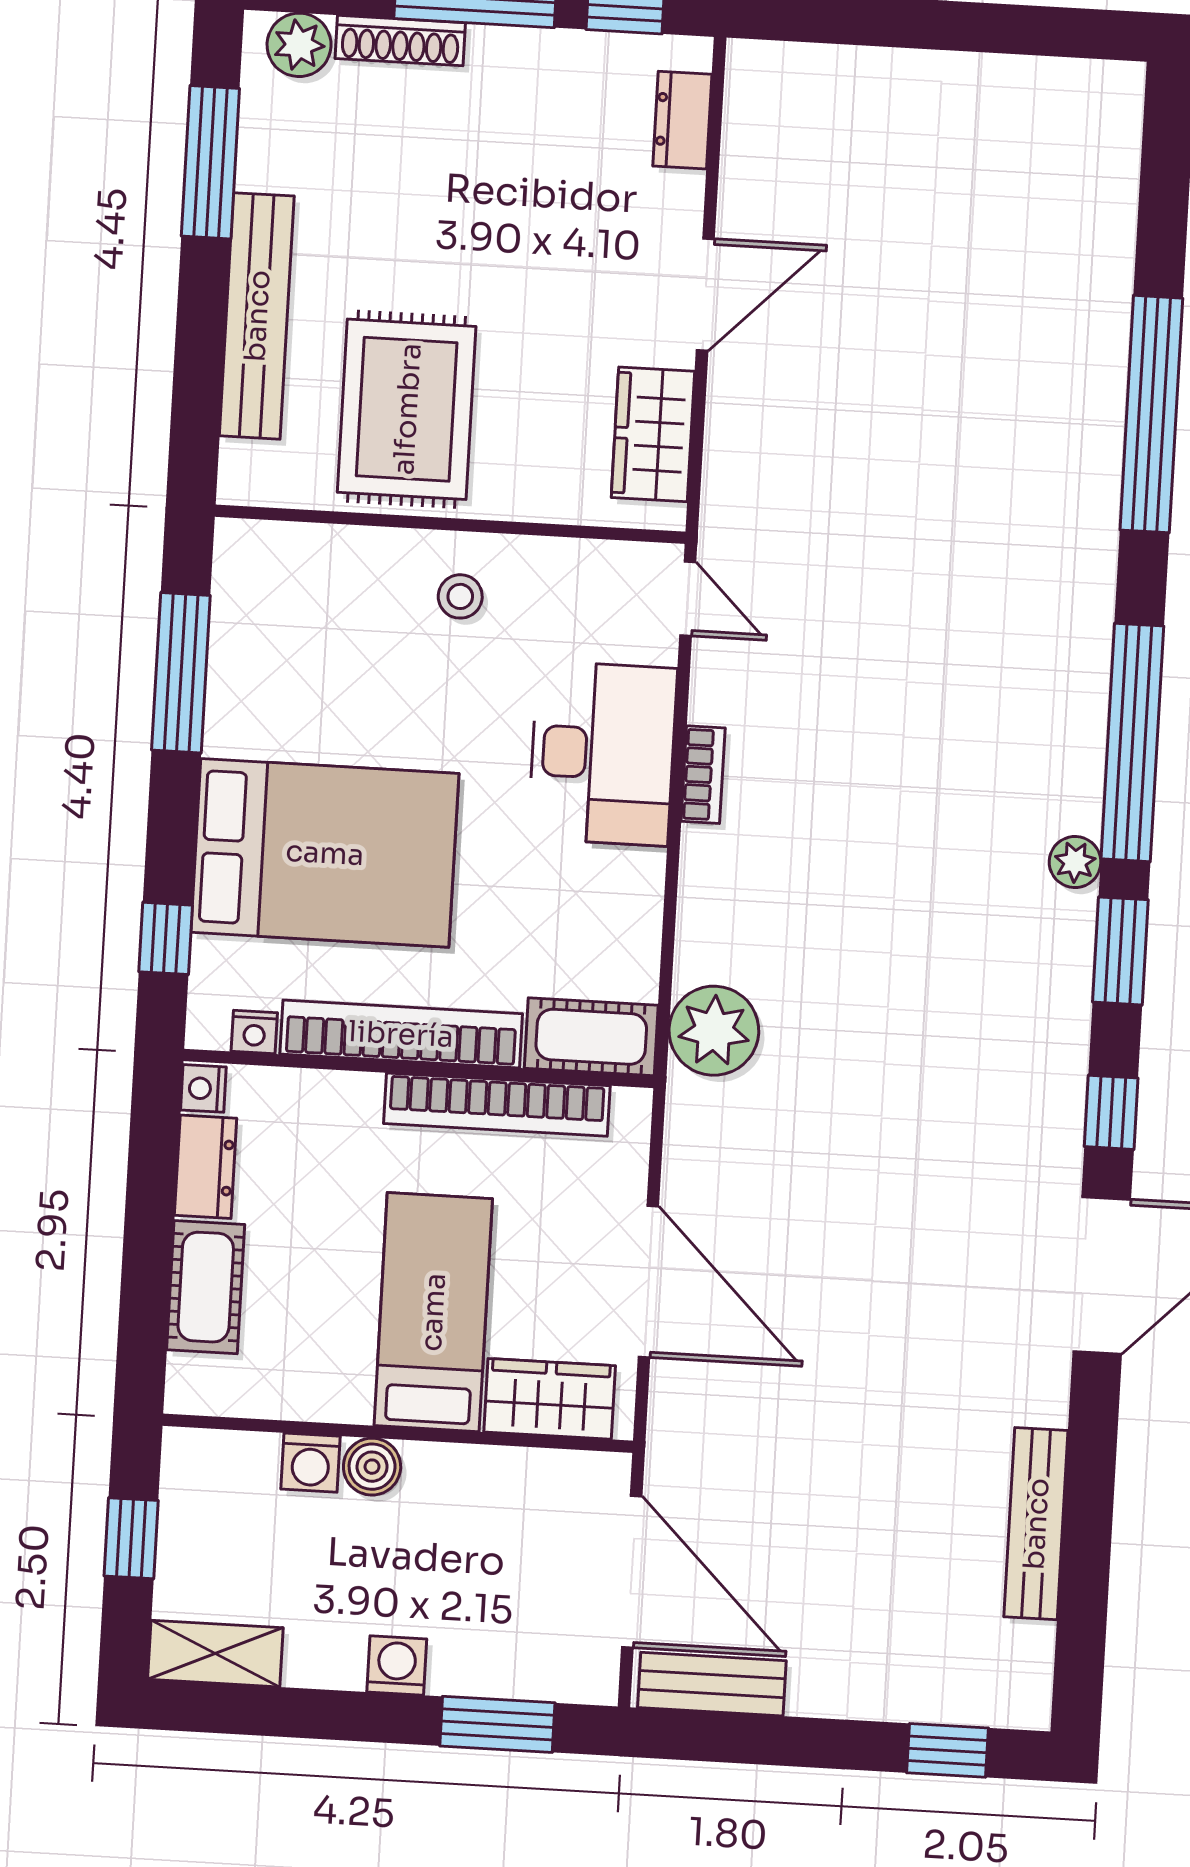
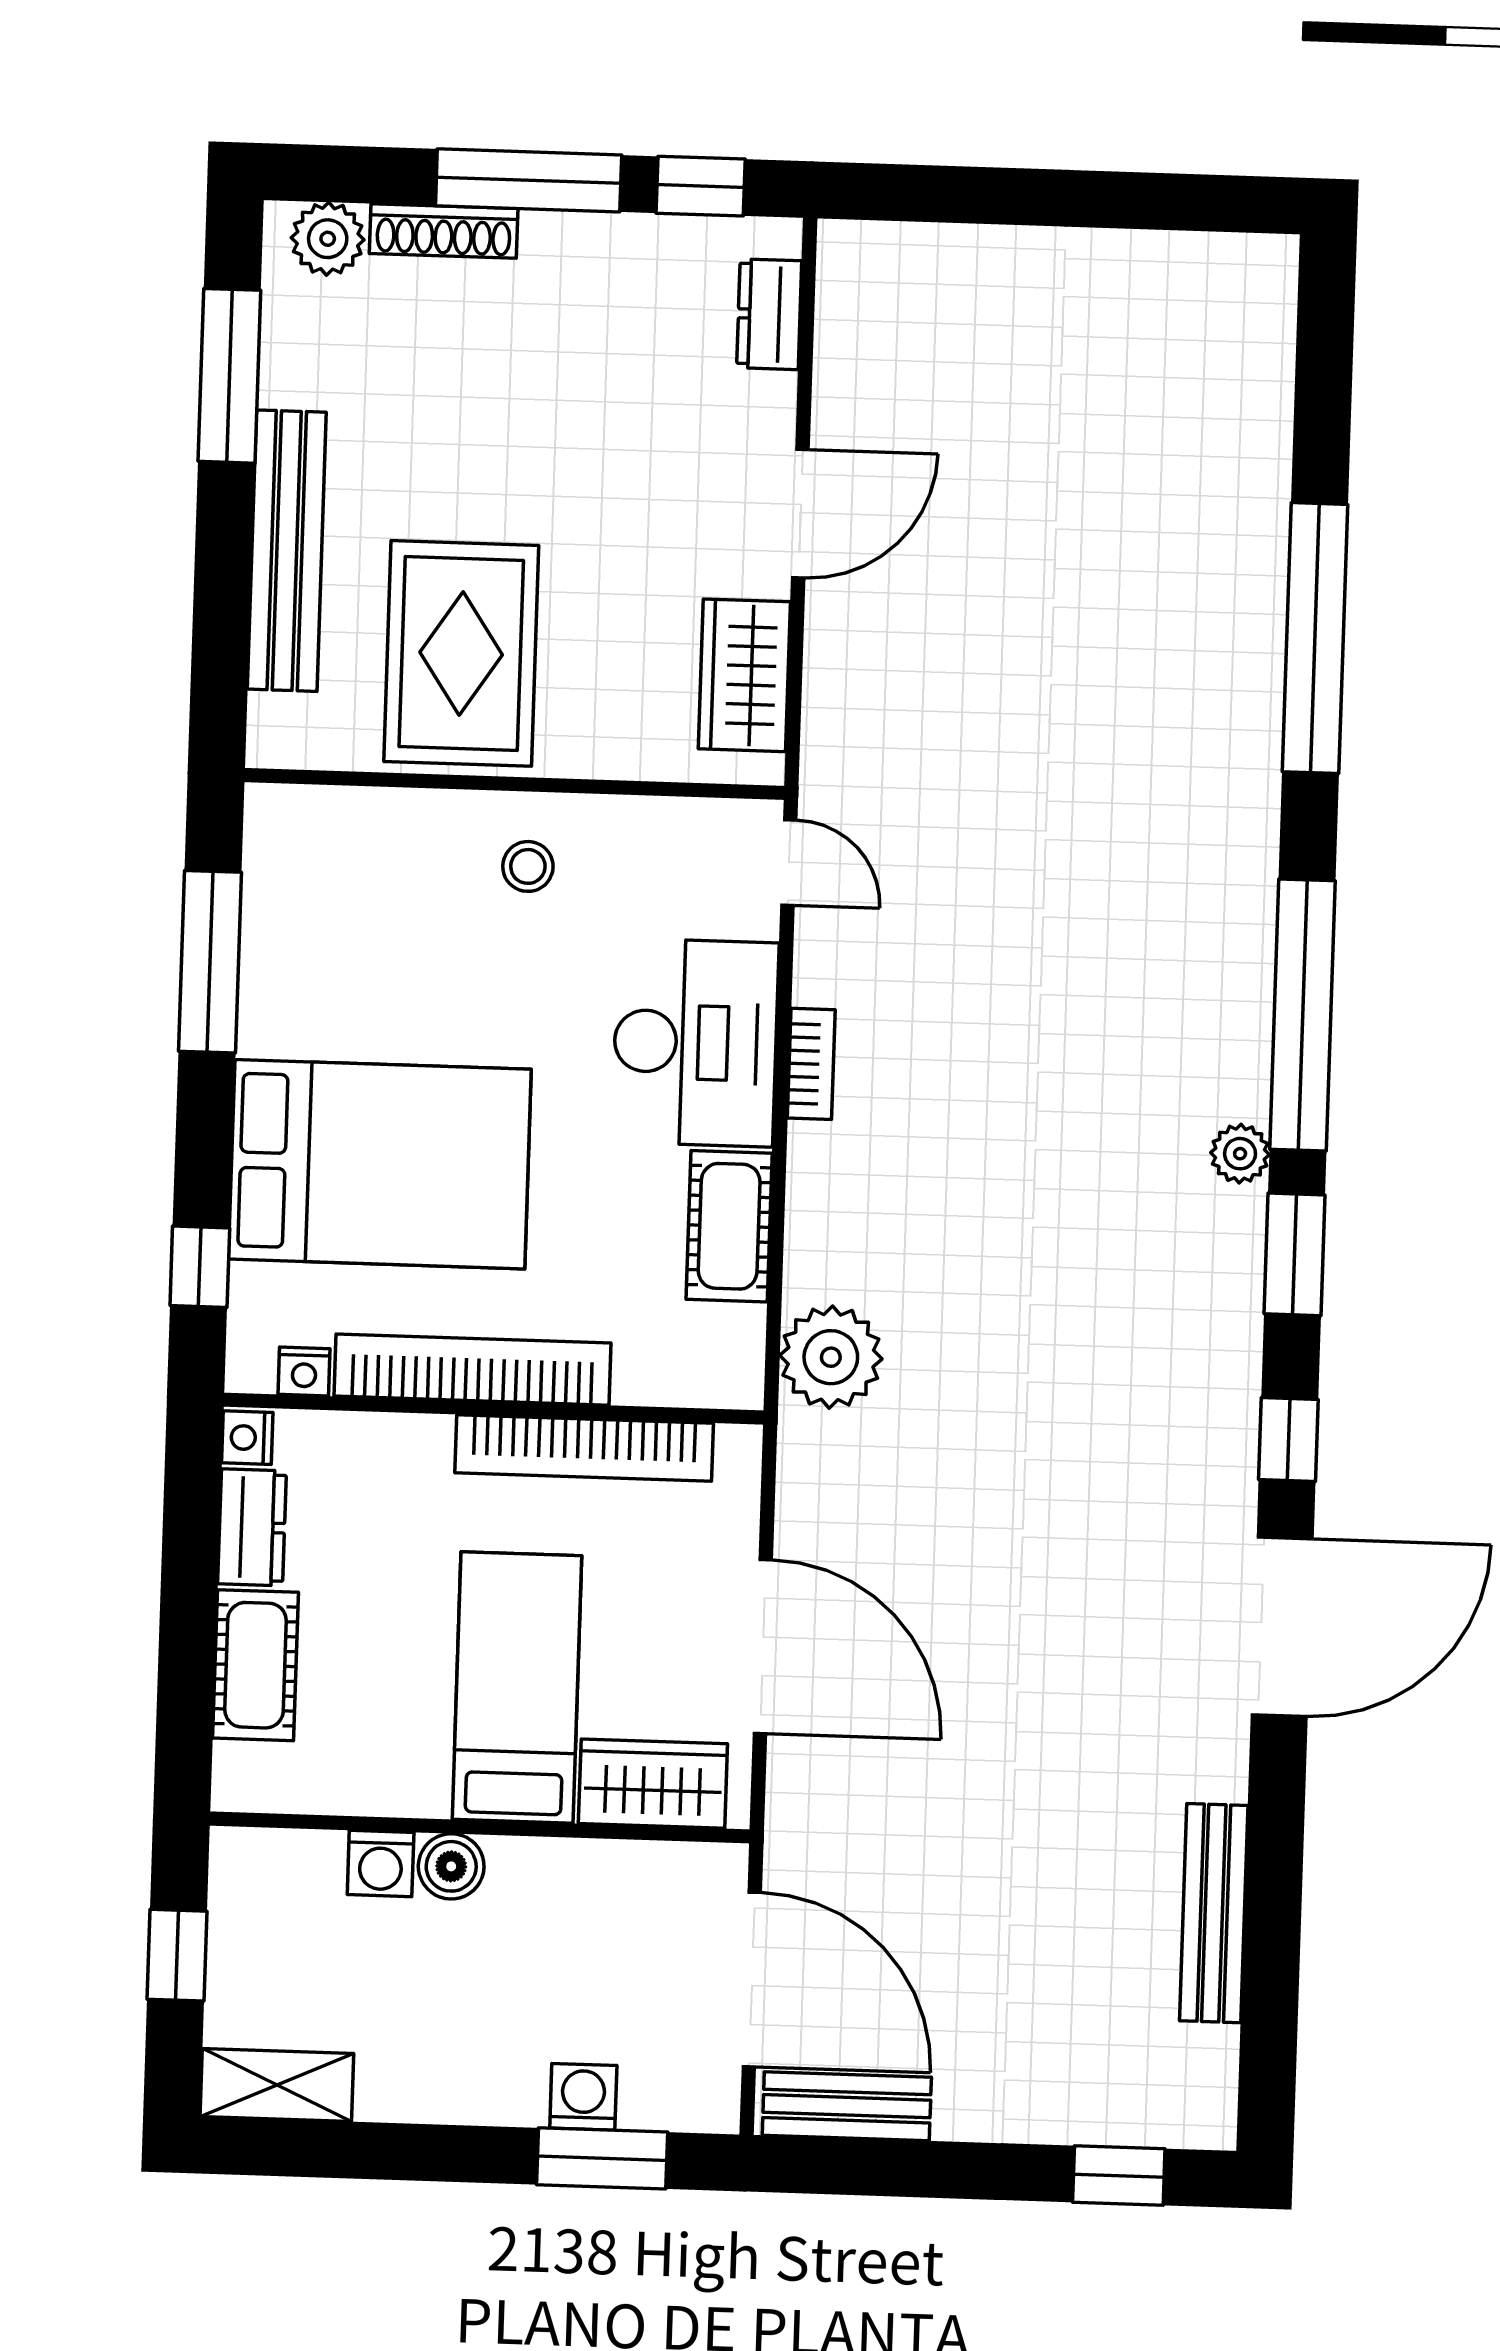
cot: (591, 1037) -> (729, 1226), moved, turned 90
washing machine: (397, 1665) -> (583, 2097), moved

